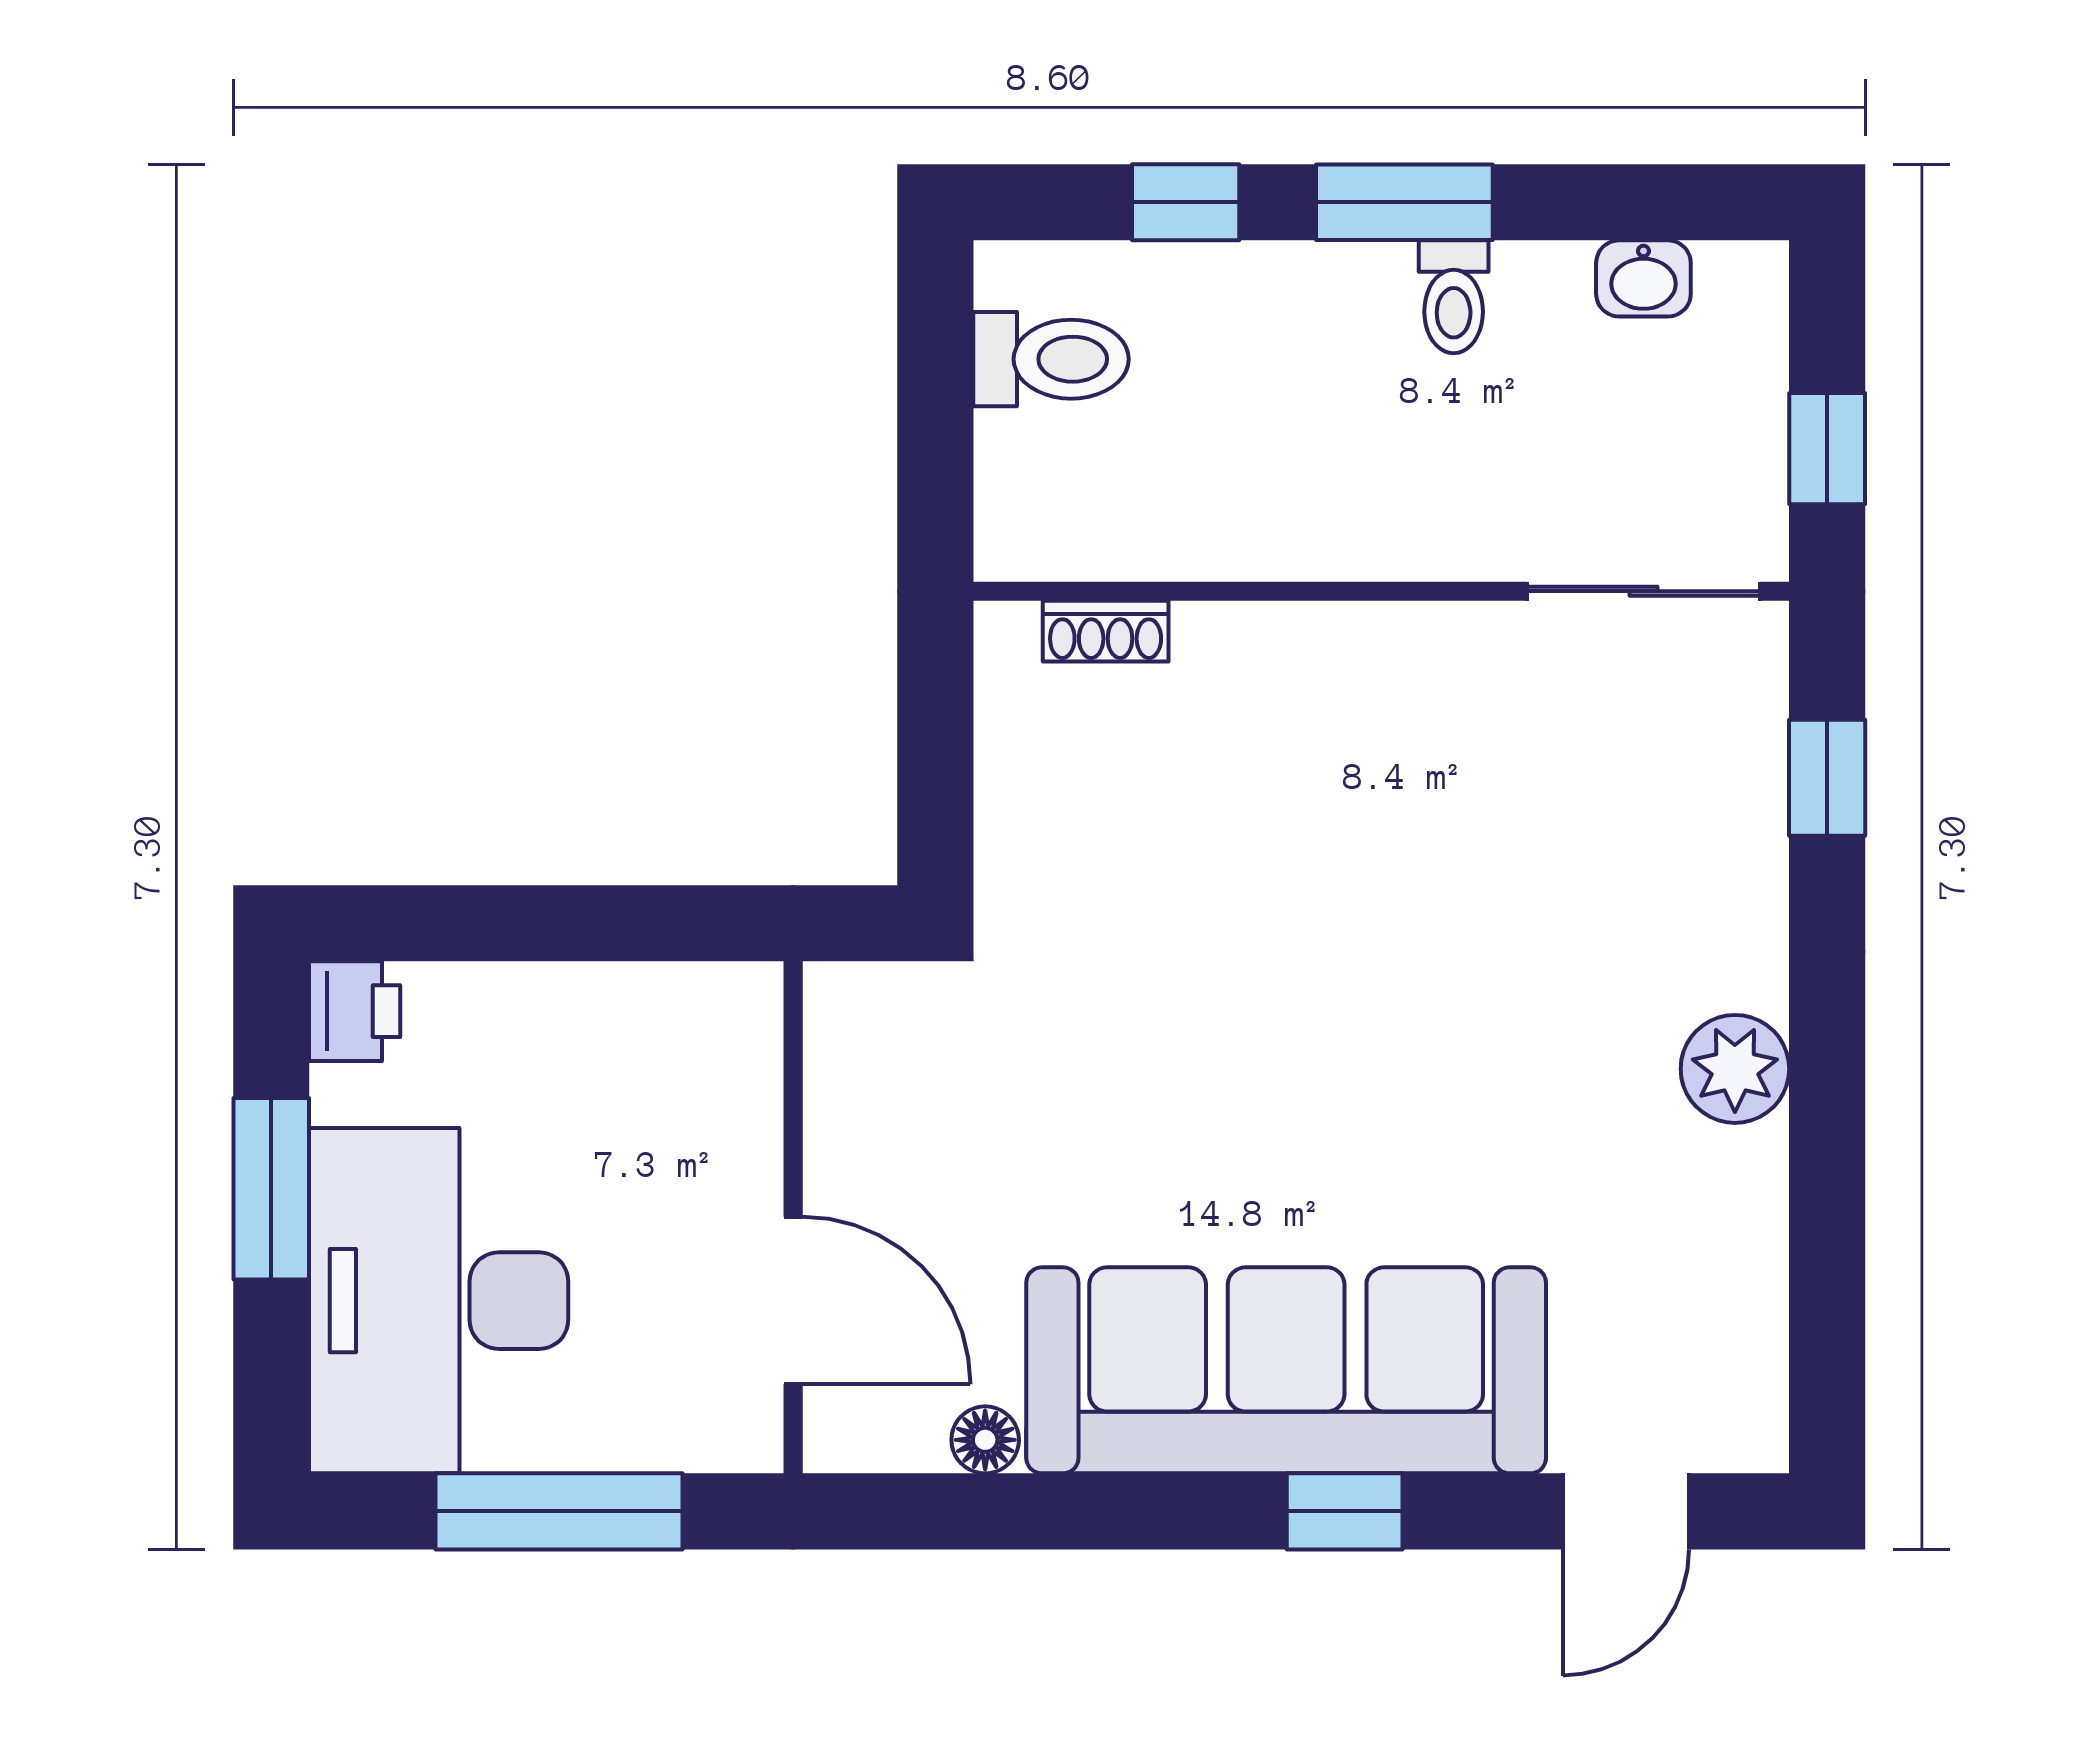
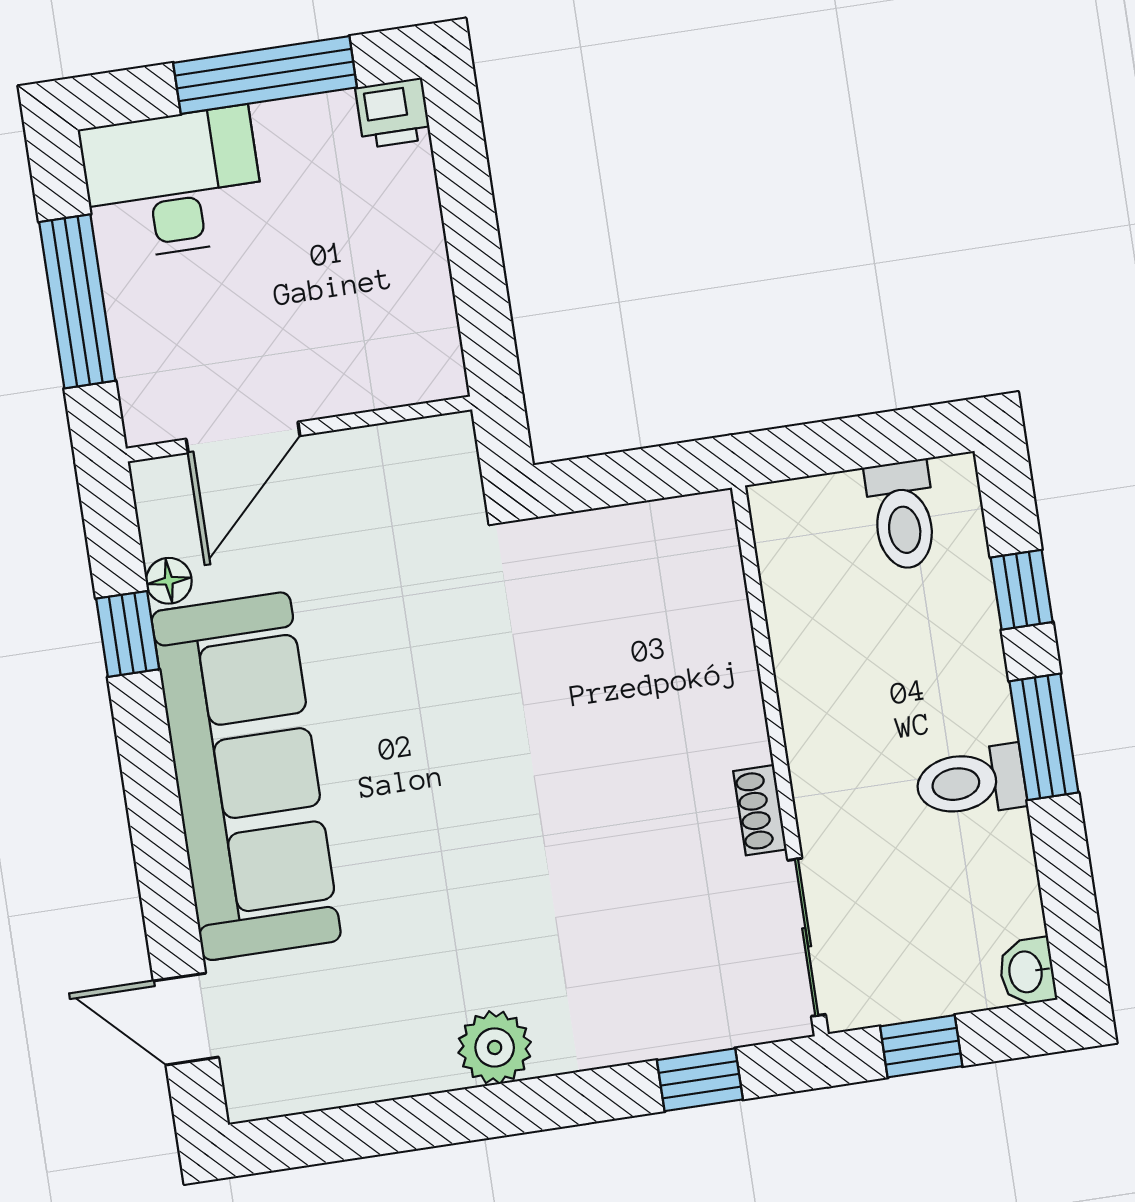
washbasin: (1643, 278) -> (1027, 972), moved
toilet: (1454, 297) -> (971, 782), width x1.37, depth x1.39
shoe rack: (1106, 631) -> (760, 810), moved
window: (271, 1189) -> (265, 75), width x1.44
desk: (439, 1301) -> (173, 184), width x0.73, depth x0.77
window: (1345, 1511) -> (128, 634), moved

